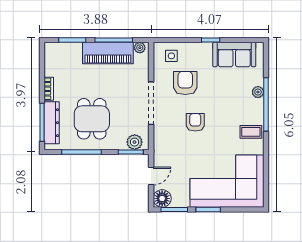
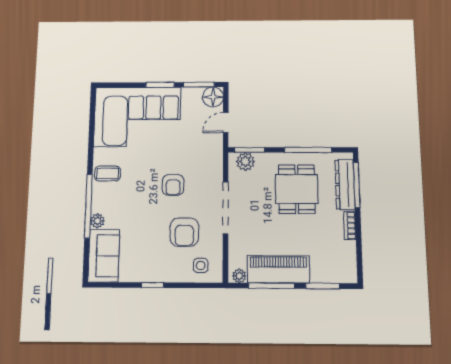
sofa: (234, 54) -> (104, 256), moved, turned 90

